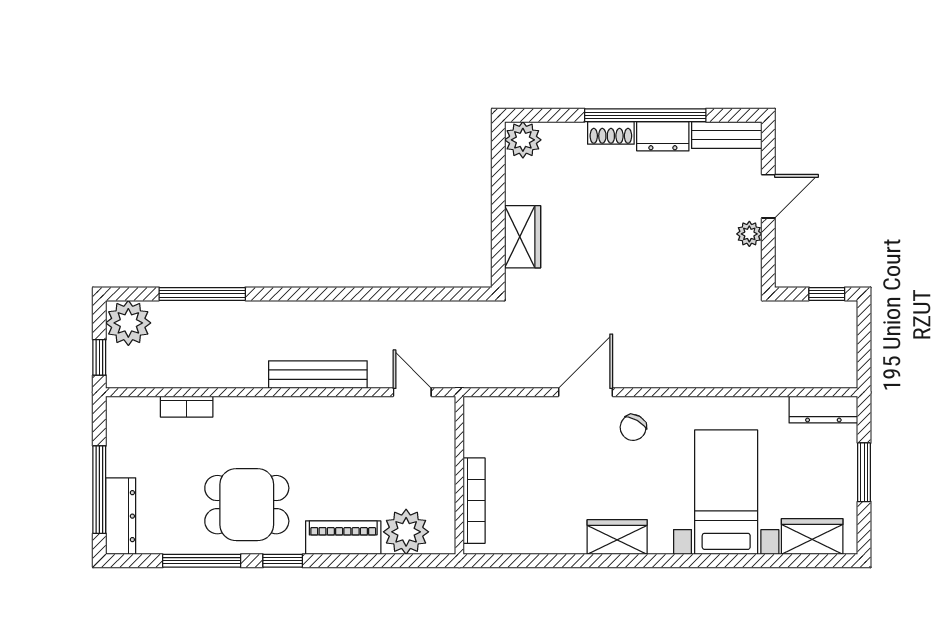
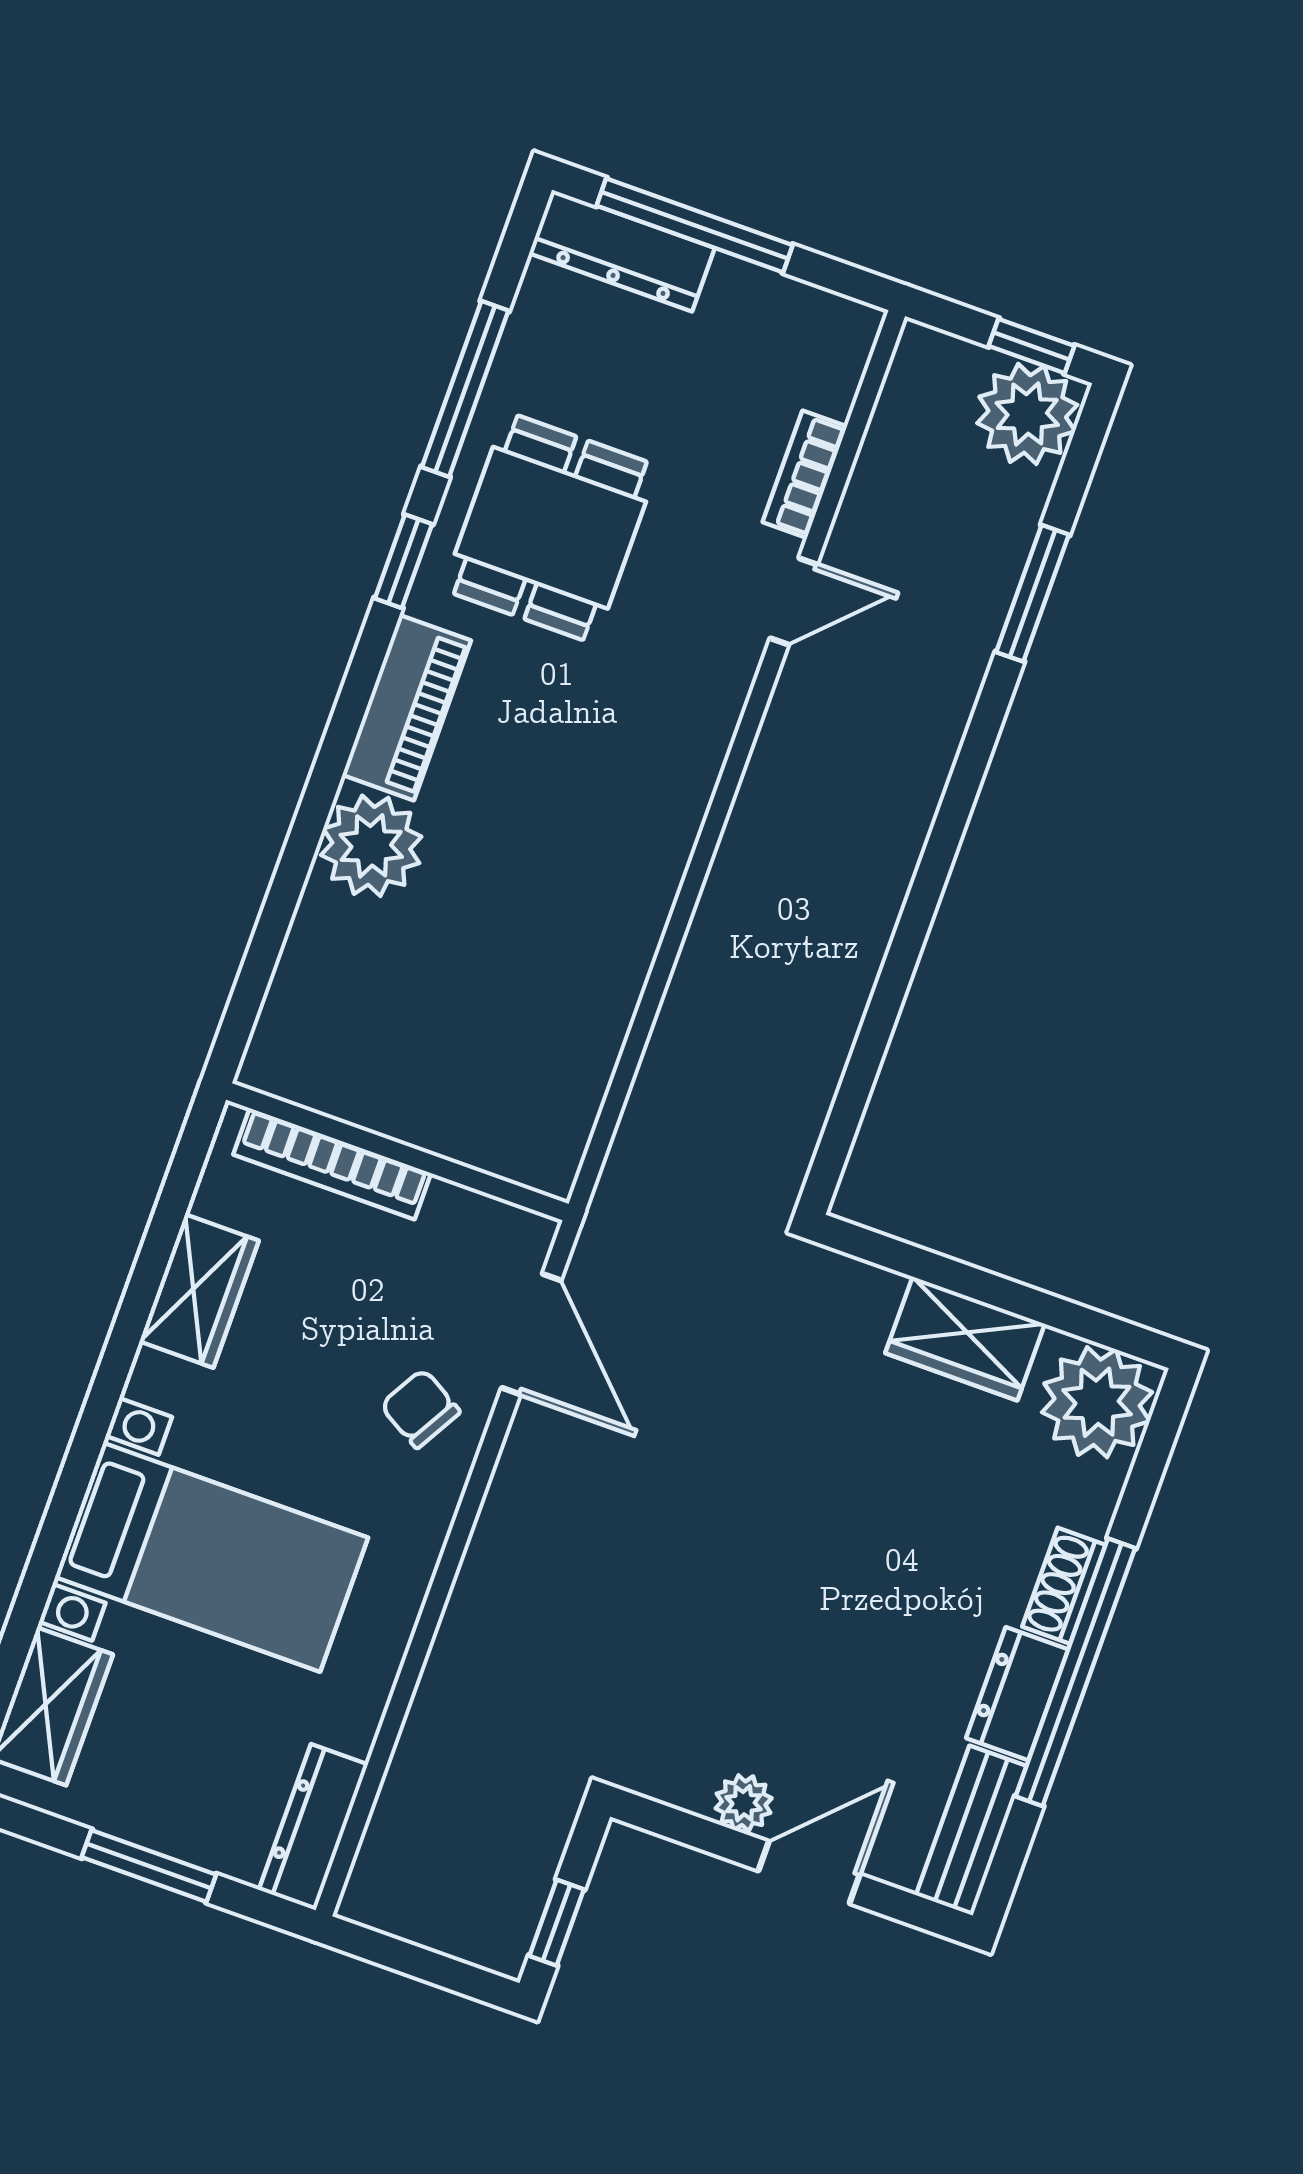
plant: (523, 140) -> (1097, 1402), width x1.36, depth x1.36
door: (768, 196) -> (809, 1872), swing flipped
wardrobe: (523, 237) -> (965, 1339), moved
window: (202, 294) -> (1033, 593), width x0.69
window: (99, 357) -> (1032, 346), moved
bench: (318, 375) -> (773, 778), removed
door: (412, 392) -> (794, 601), moved
wall: (459, 475) -> (397, 1152), moved
bookcase: (474, 501) -> (332, 1164), moved

